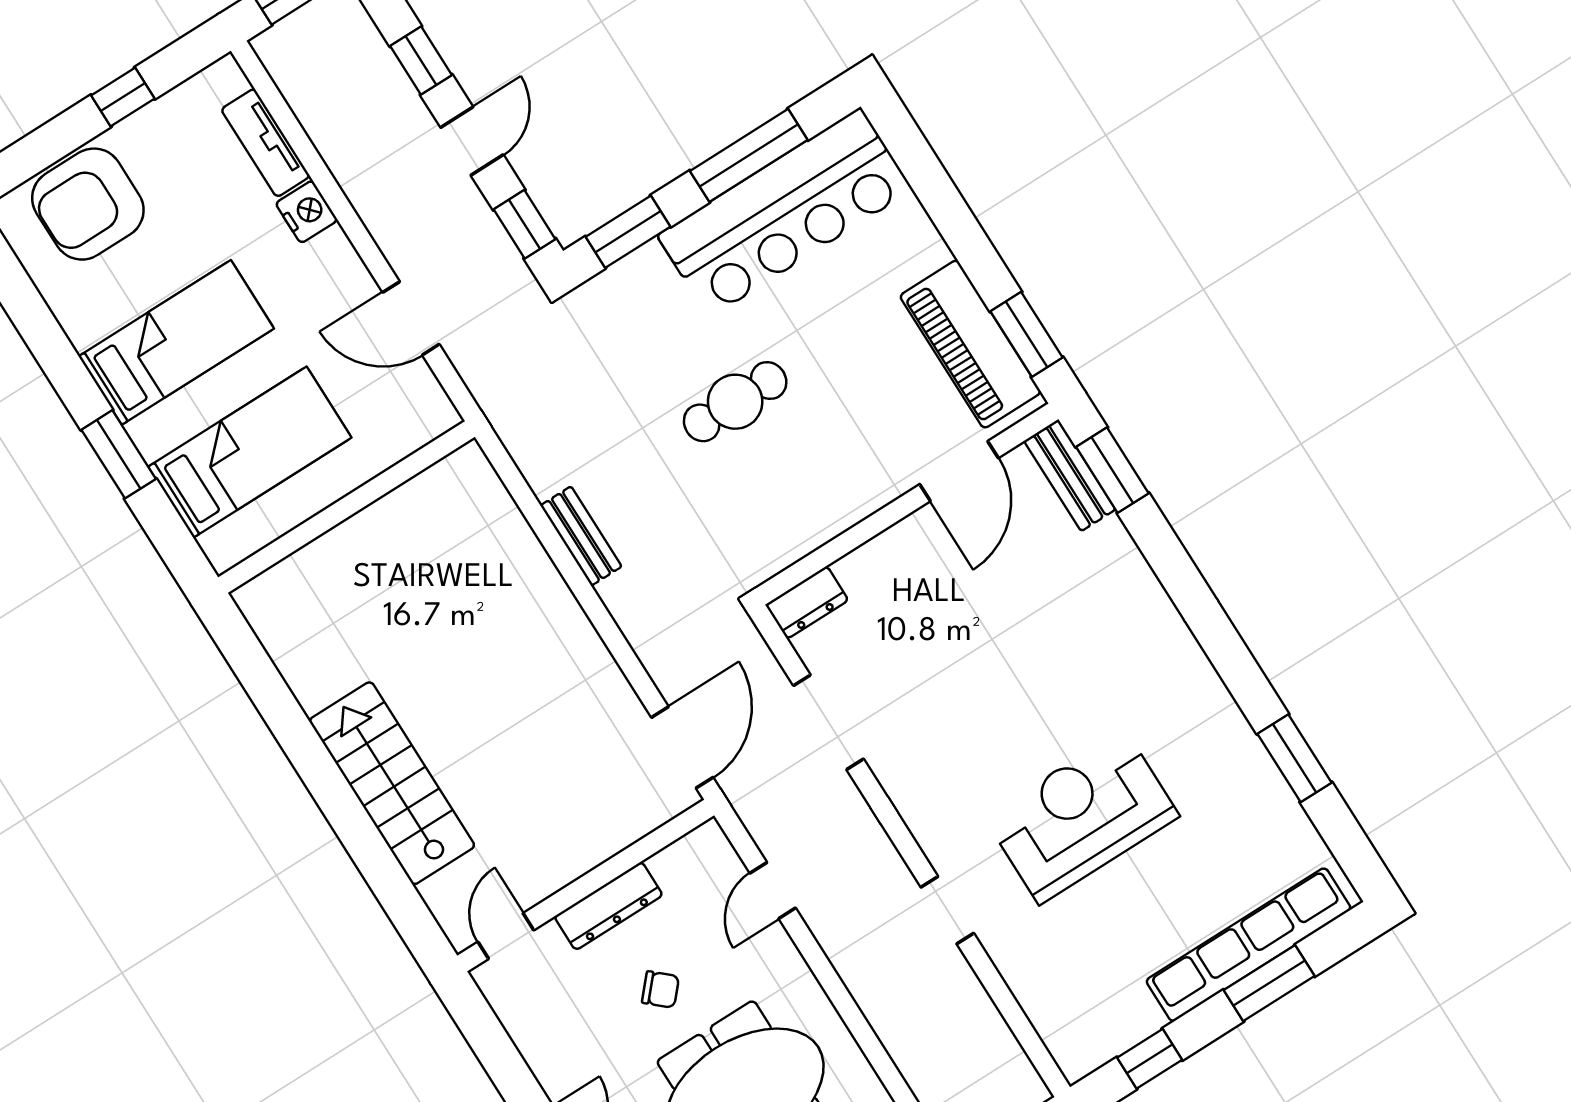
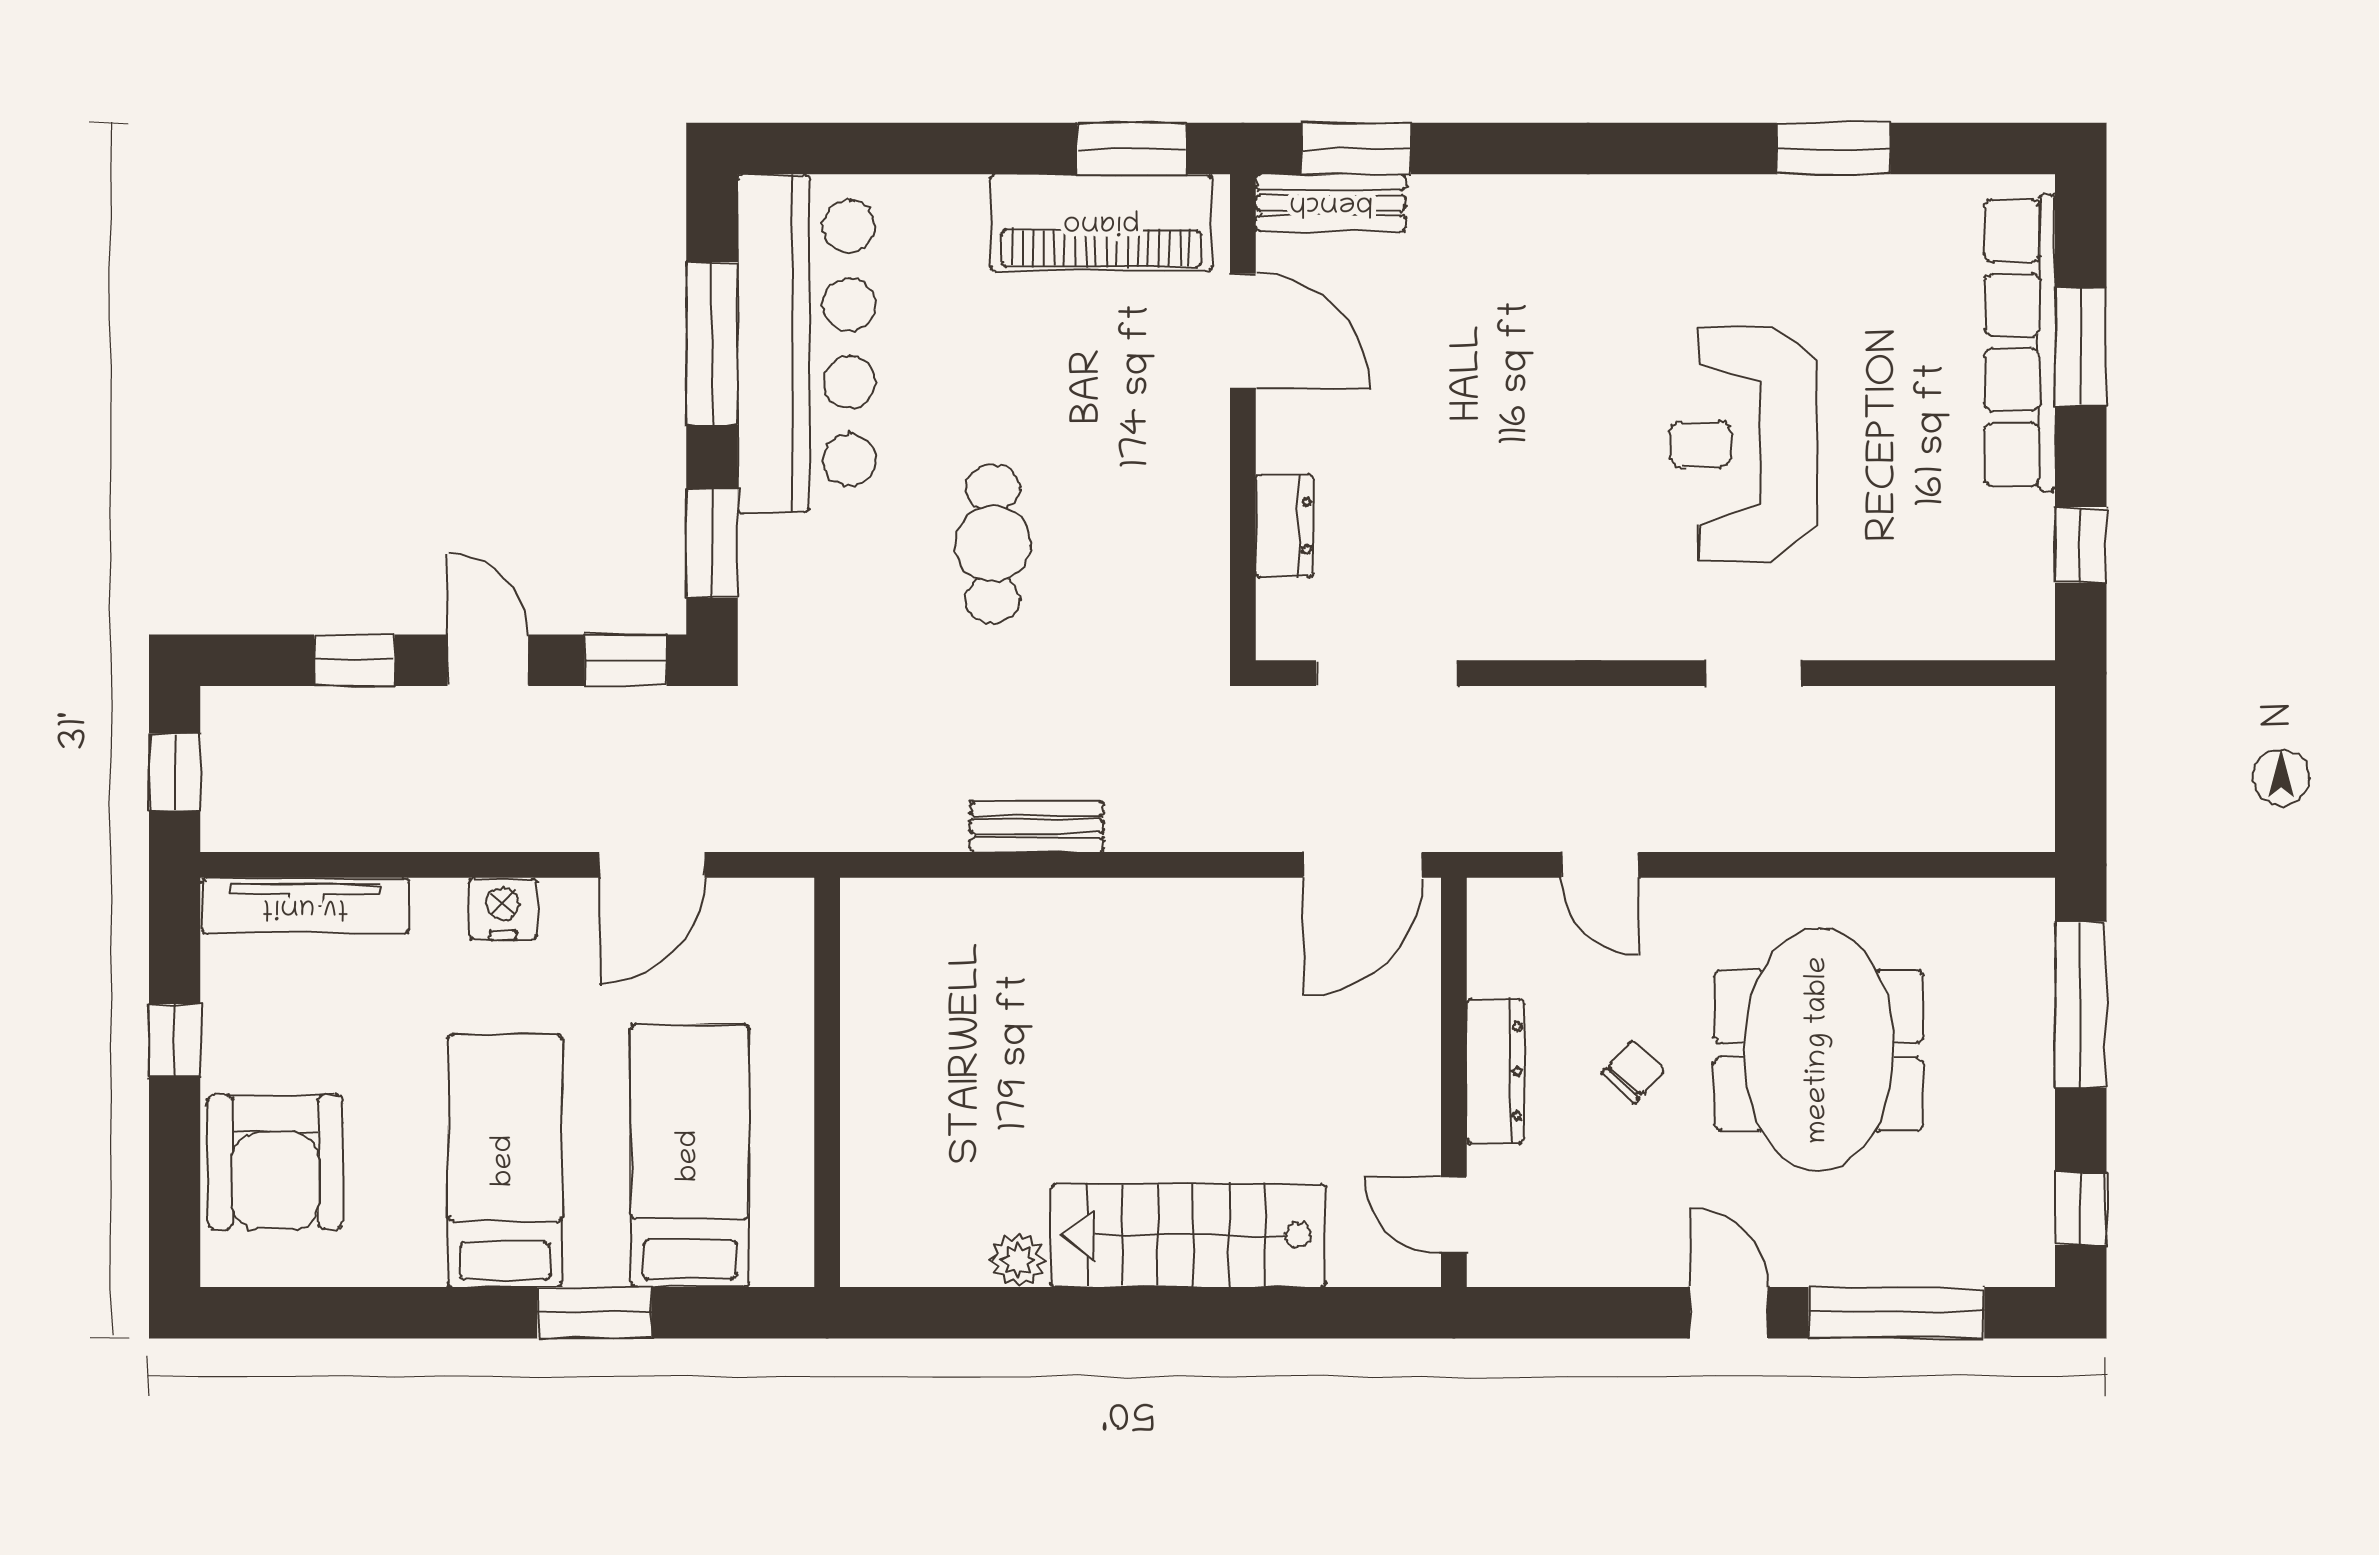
tv unit: (266, 143) -> (305, 906), width x1.41
nightstand: (307, 212) -> (503, 909), moved
dresser: (807, 602) -> (1284, 526), moved
plant: (312, 690) -> (1018, 1260), added
doorway: (829, 722) -> (1386, 673), moved
door: (682, 747) -> (1363, 865), swing flipped

